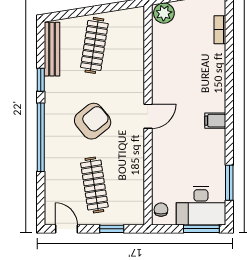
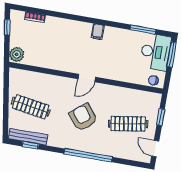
window: (41, 80) -> (30, 145), moved
door: (148, 116) -> (87, 78), swing flipped
door: (66, 229) -> (155, 149), hinge flipped

